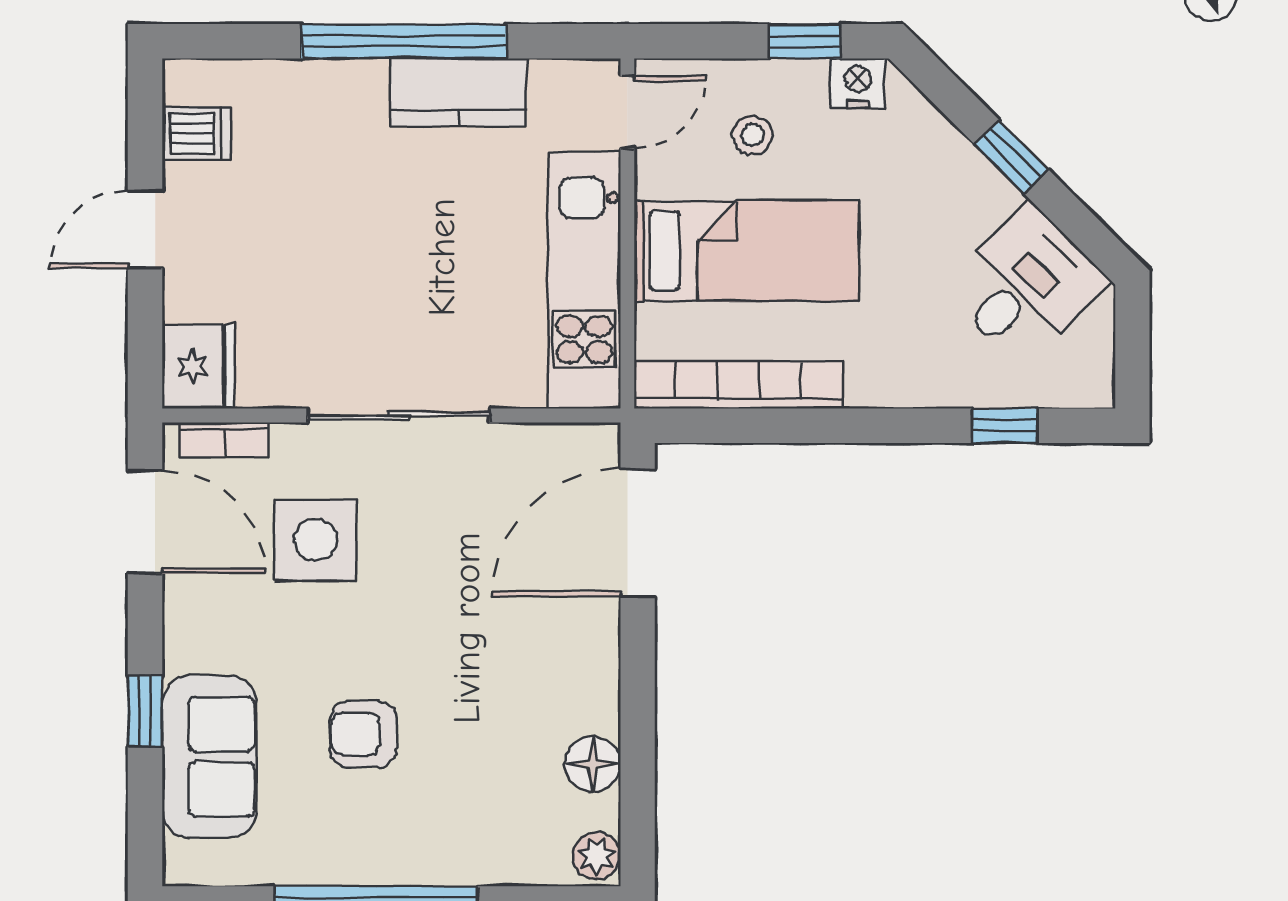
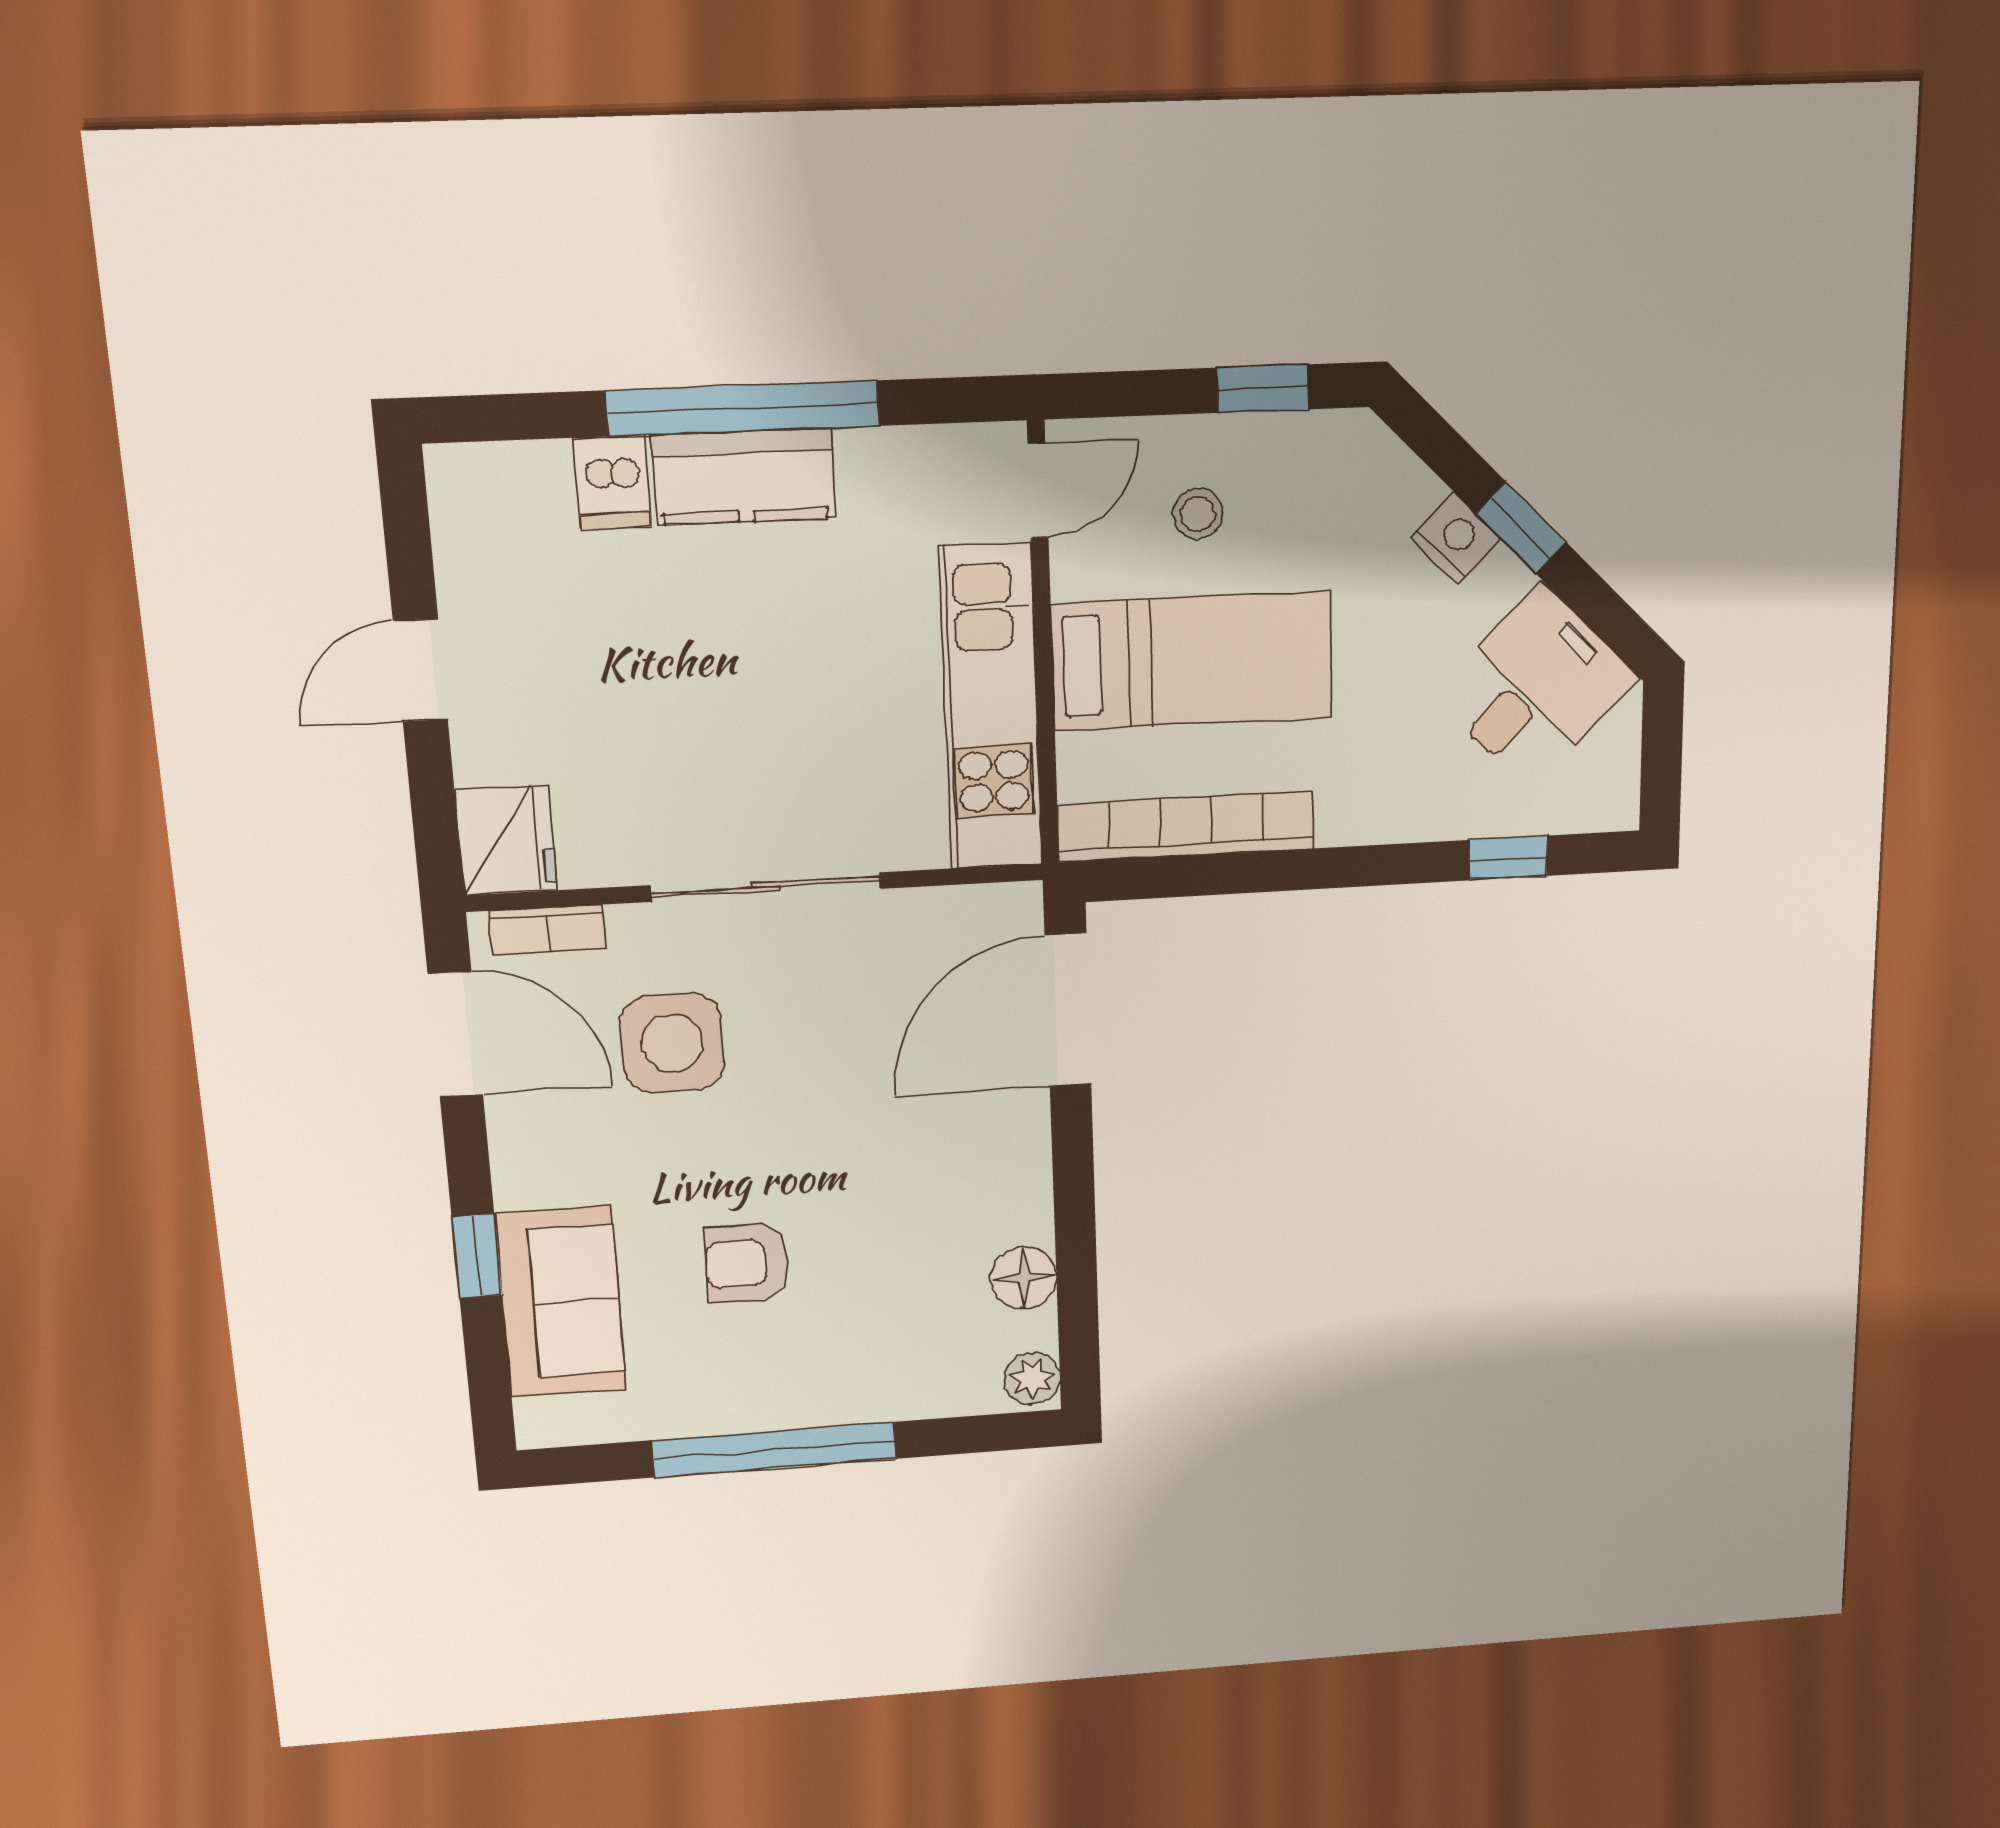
nightstand: (858, 83) -> (1455, 538), moved, turned 45
kitchen counter: (458, 92) -> (744, 477), moved
dishwasher: (197, 133) -> (613, 482), moved, turned 90

